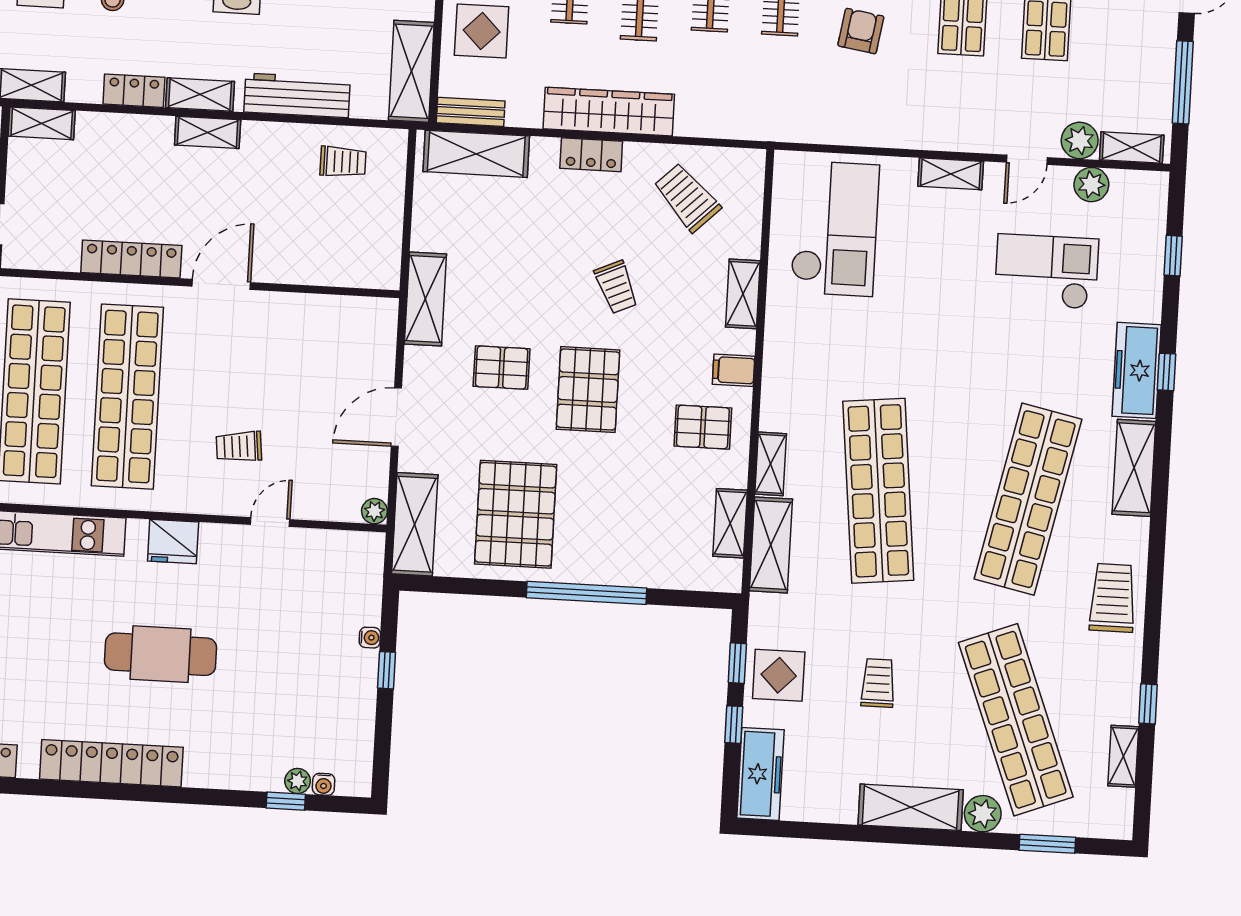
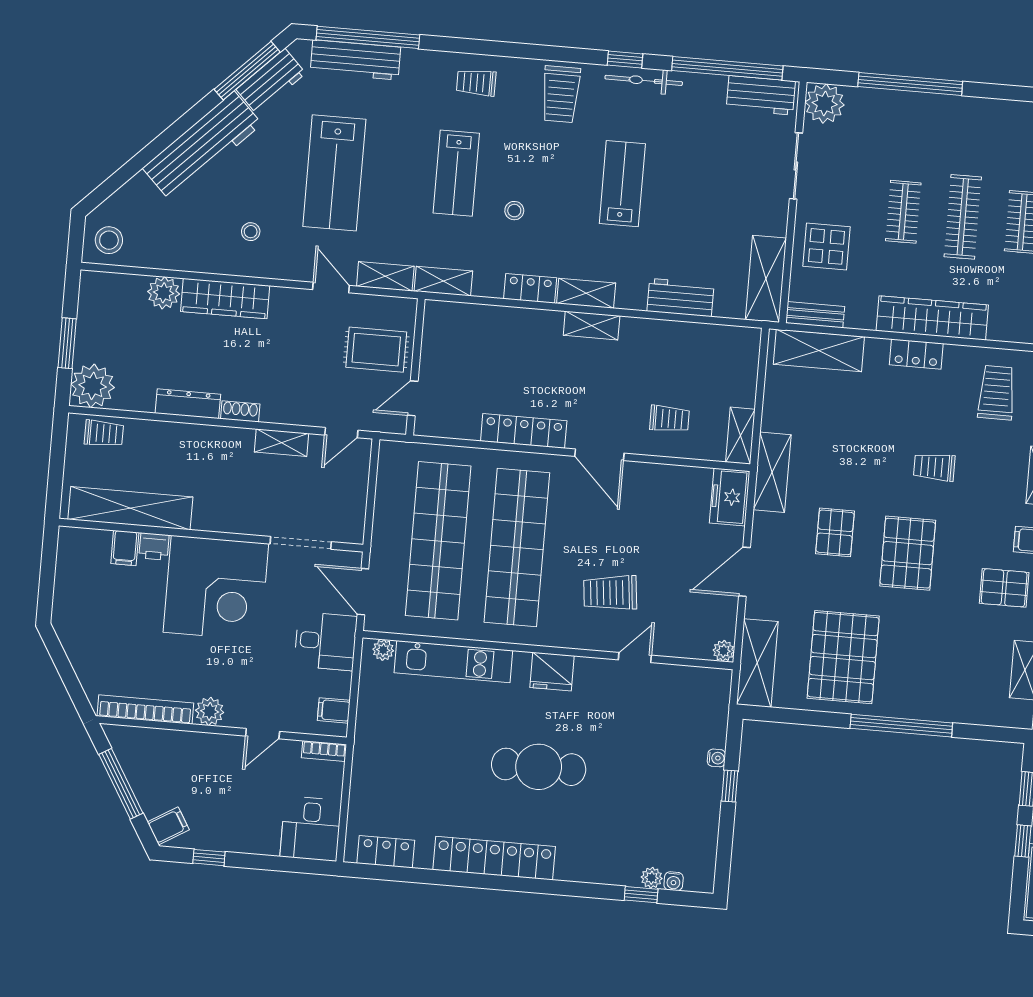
workbench: (297, 95) -> (680, 297), width x0.73
shelving: (42, 123) -> (740, 436), moved, turned 90
trolley: (343, 162) -> (669, 419), moved
trolley: (687, 197) -> (997, 393), turned 44
door: (221, 284) -> (599, 455), swing flipped
trolley: (616, 287) -> (934, 467), turned 114
freezer: (376, 330) -> (730, 497), added
pallet: (502, 368) -> (835, 532), turned 90
trolley: (239, 447) -> (610, 593), width x1.36, depth x1.39

